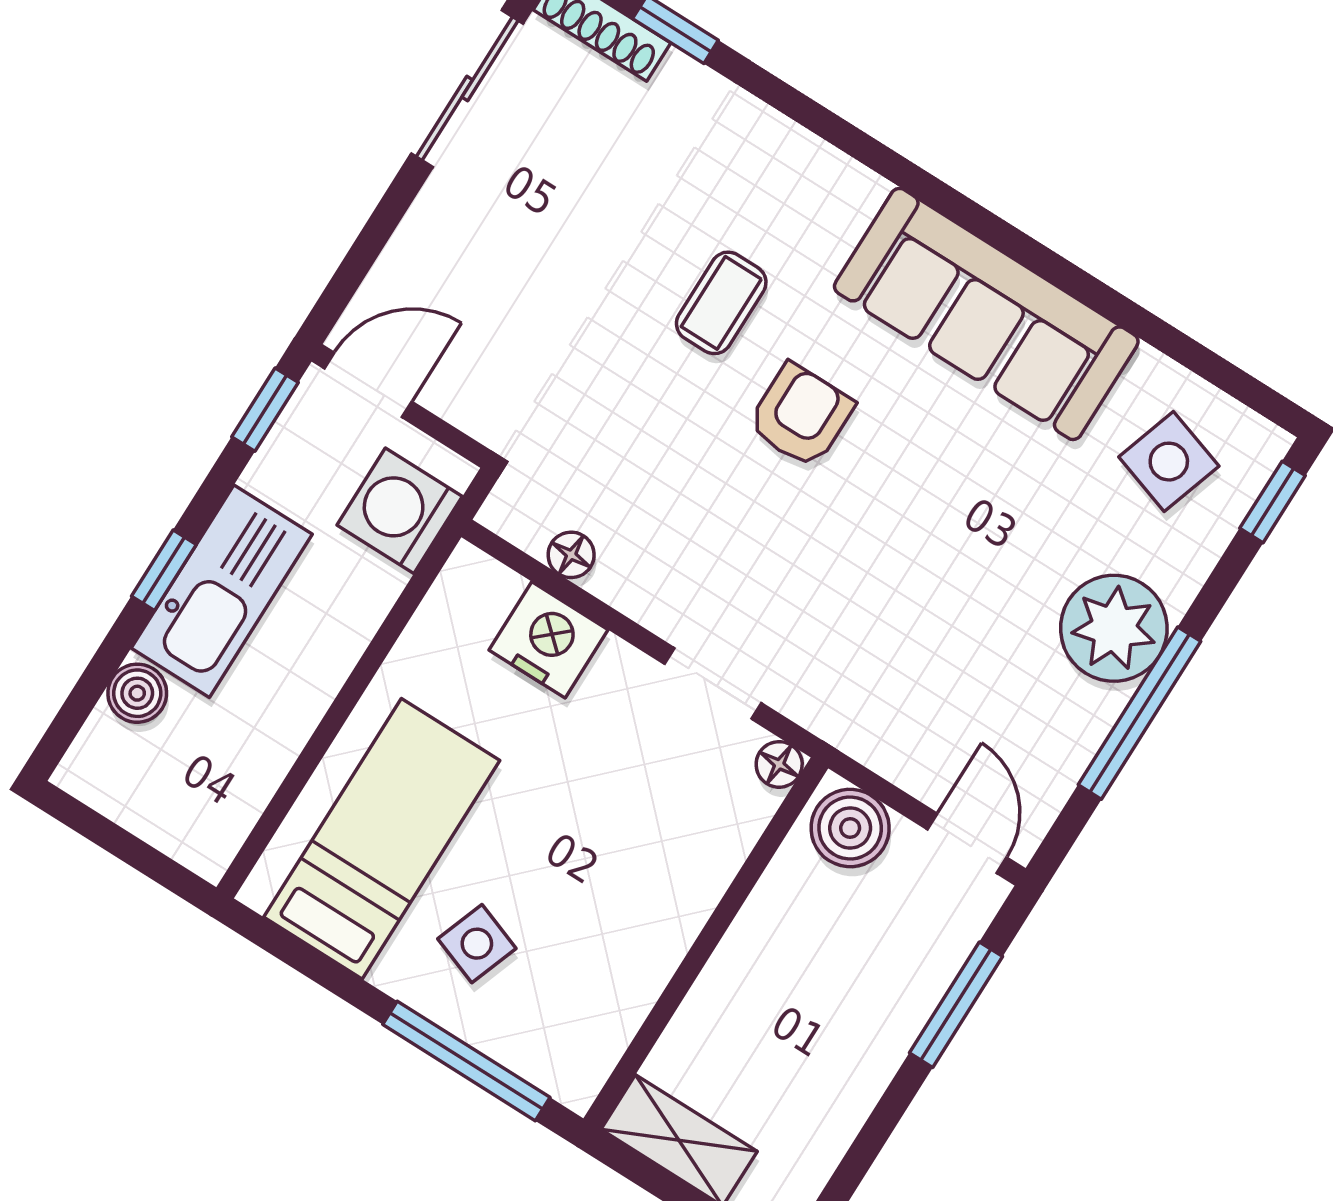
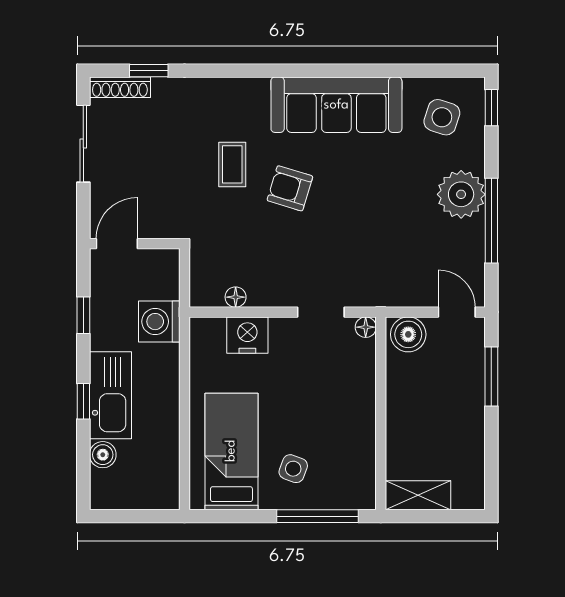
door: (368, 385) -> (117, 244), moved
wall: (402, 406) -> (135, 244), moved
armchair: (801, 416) -> (290, 188), turned -73

